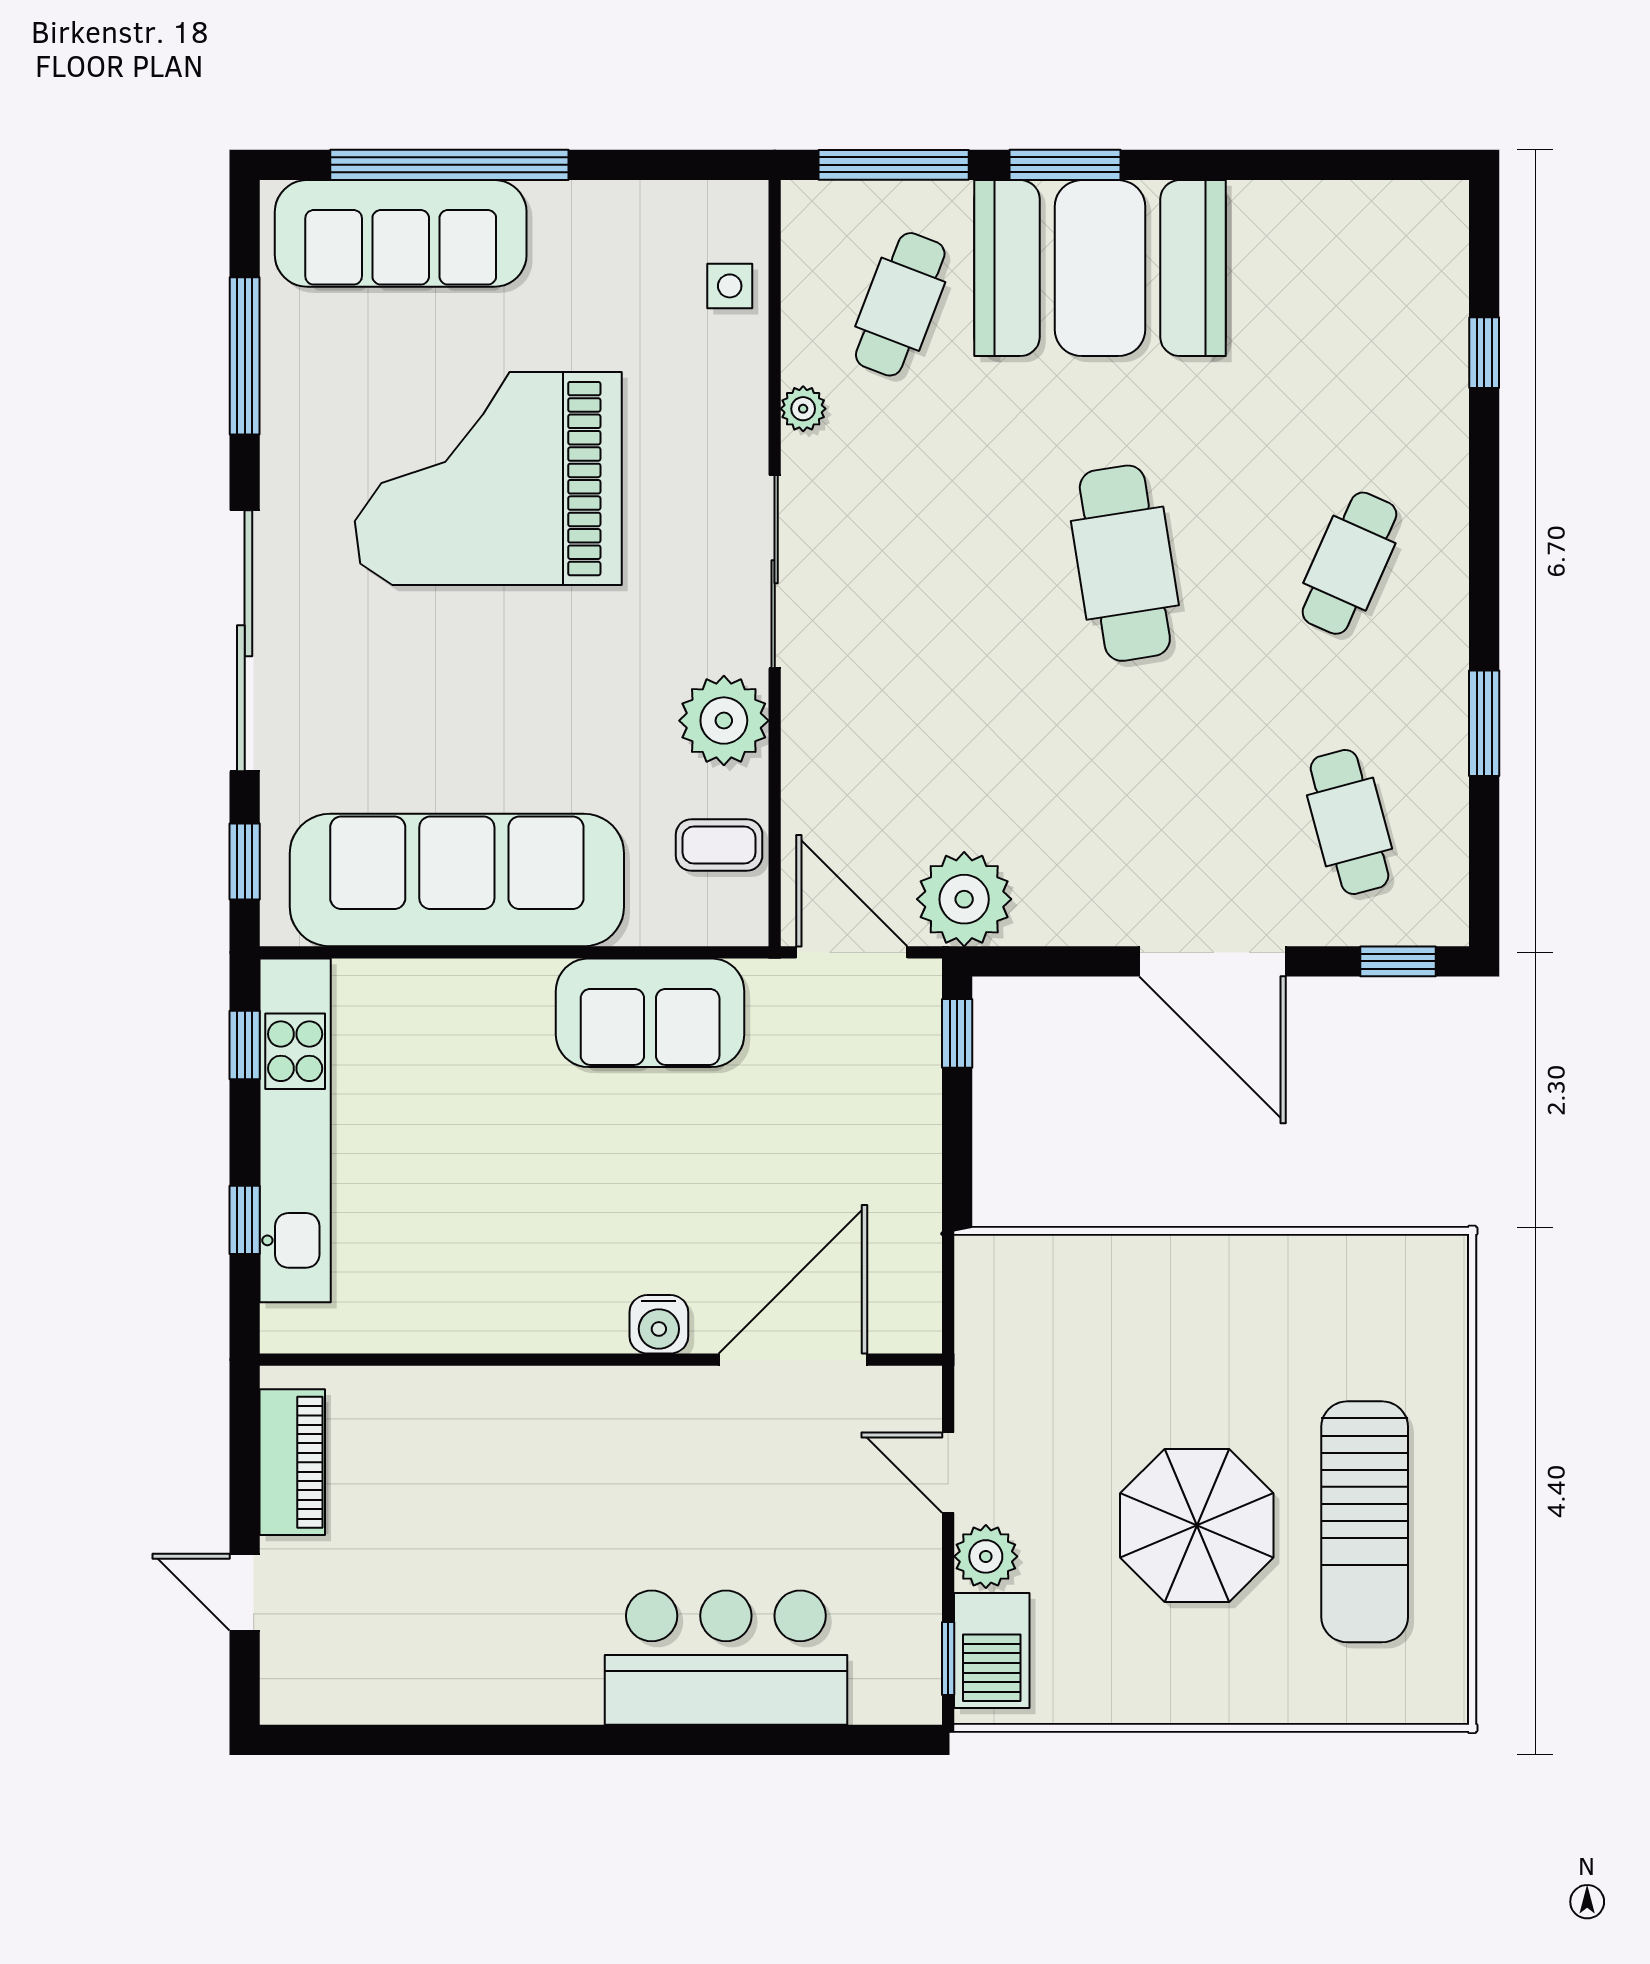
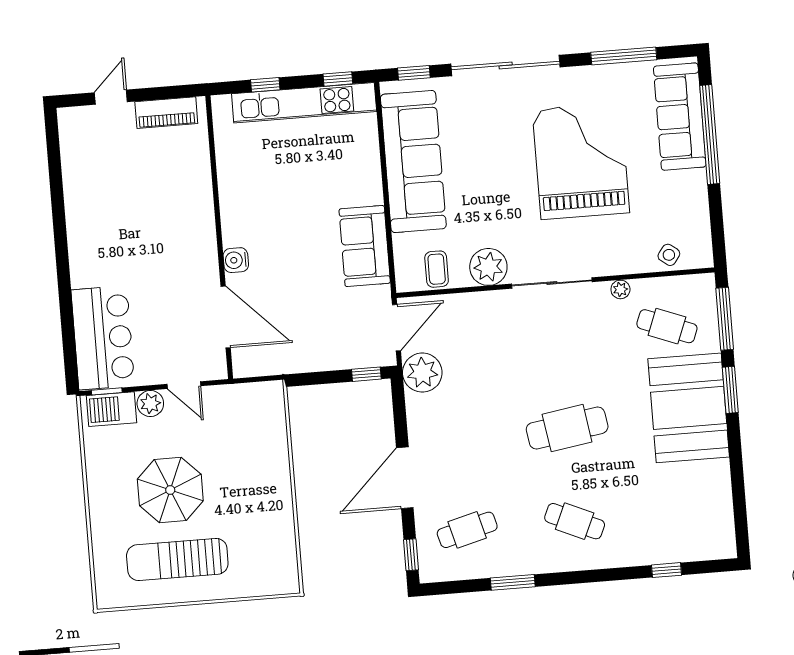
side table: (730, 286) -> (669, 255), turned 37
door: (948, 1473) -> (184, 385), swing flipped
bar counter: (726, 1658) -> (103, 338), moved

